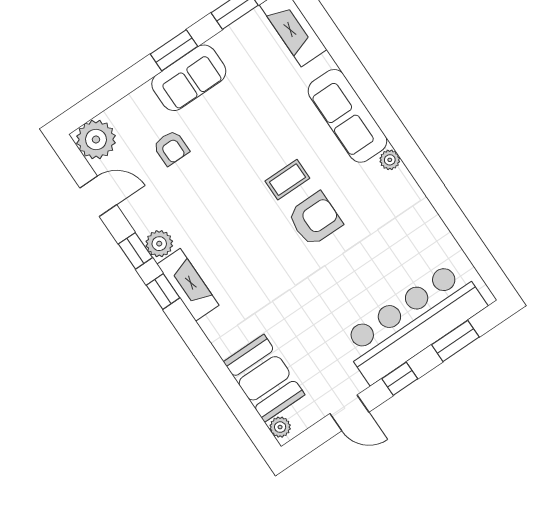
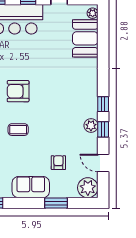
window: (174, 50) -> (56, 203), moved
coffee table: (287, 180) -> (18, 130), moved
fireplace: (188, 285) -> (91, 100), removed

